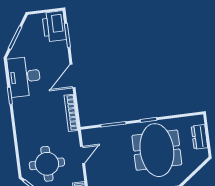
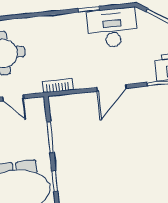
door: (73, 76) -> (112, 88), swing flipped
bookcase: (71, 113) -> (58, 86), width x0.64

